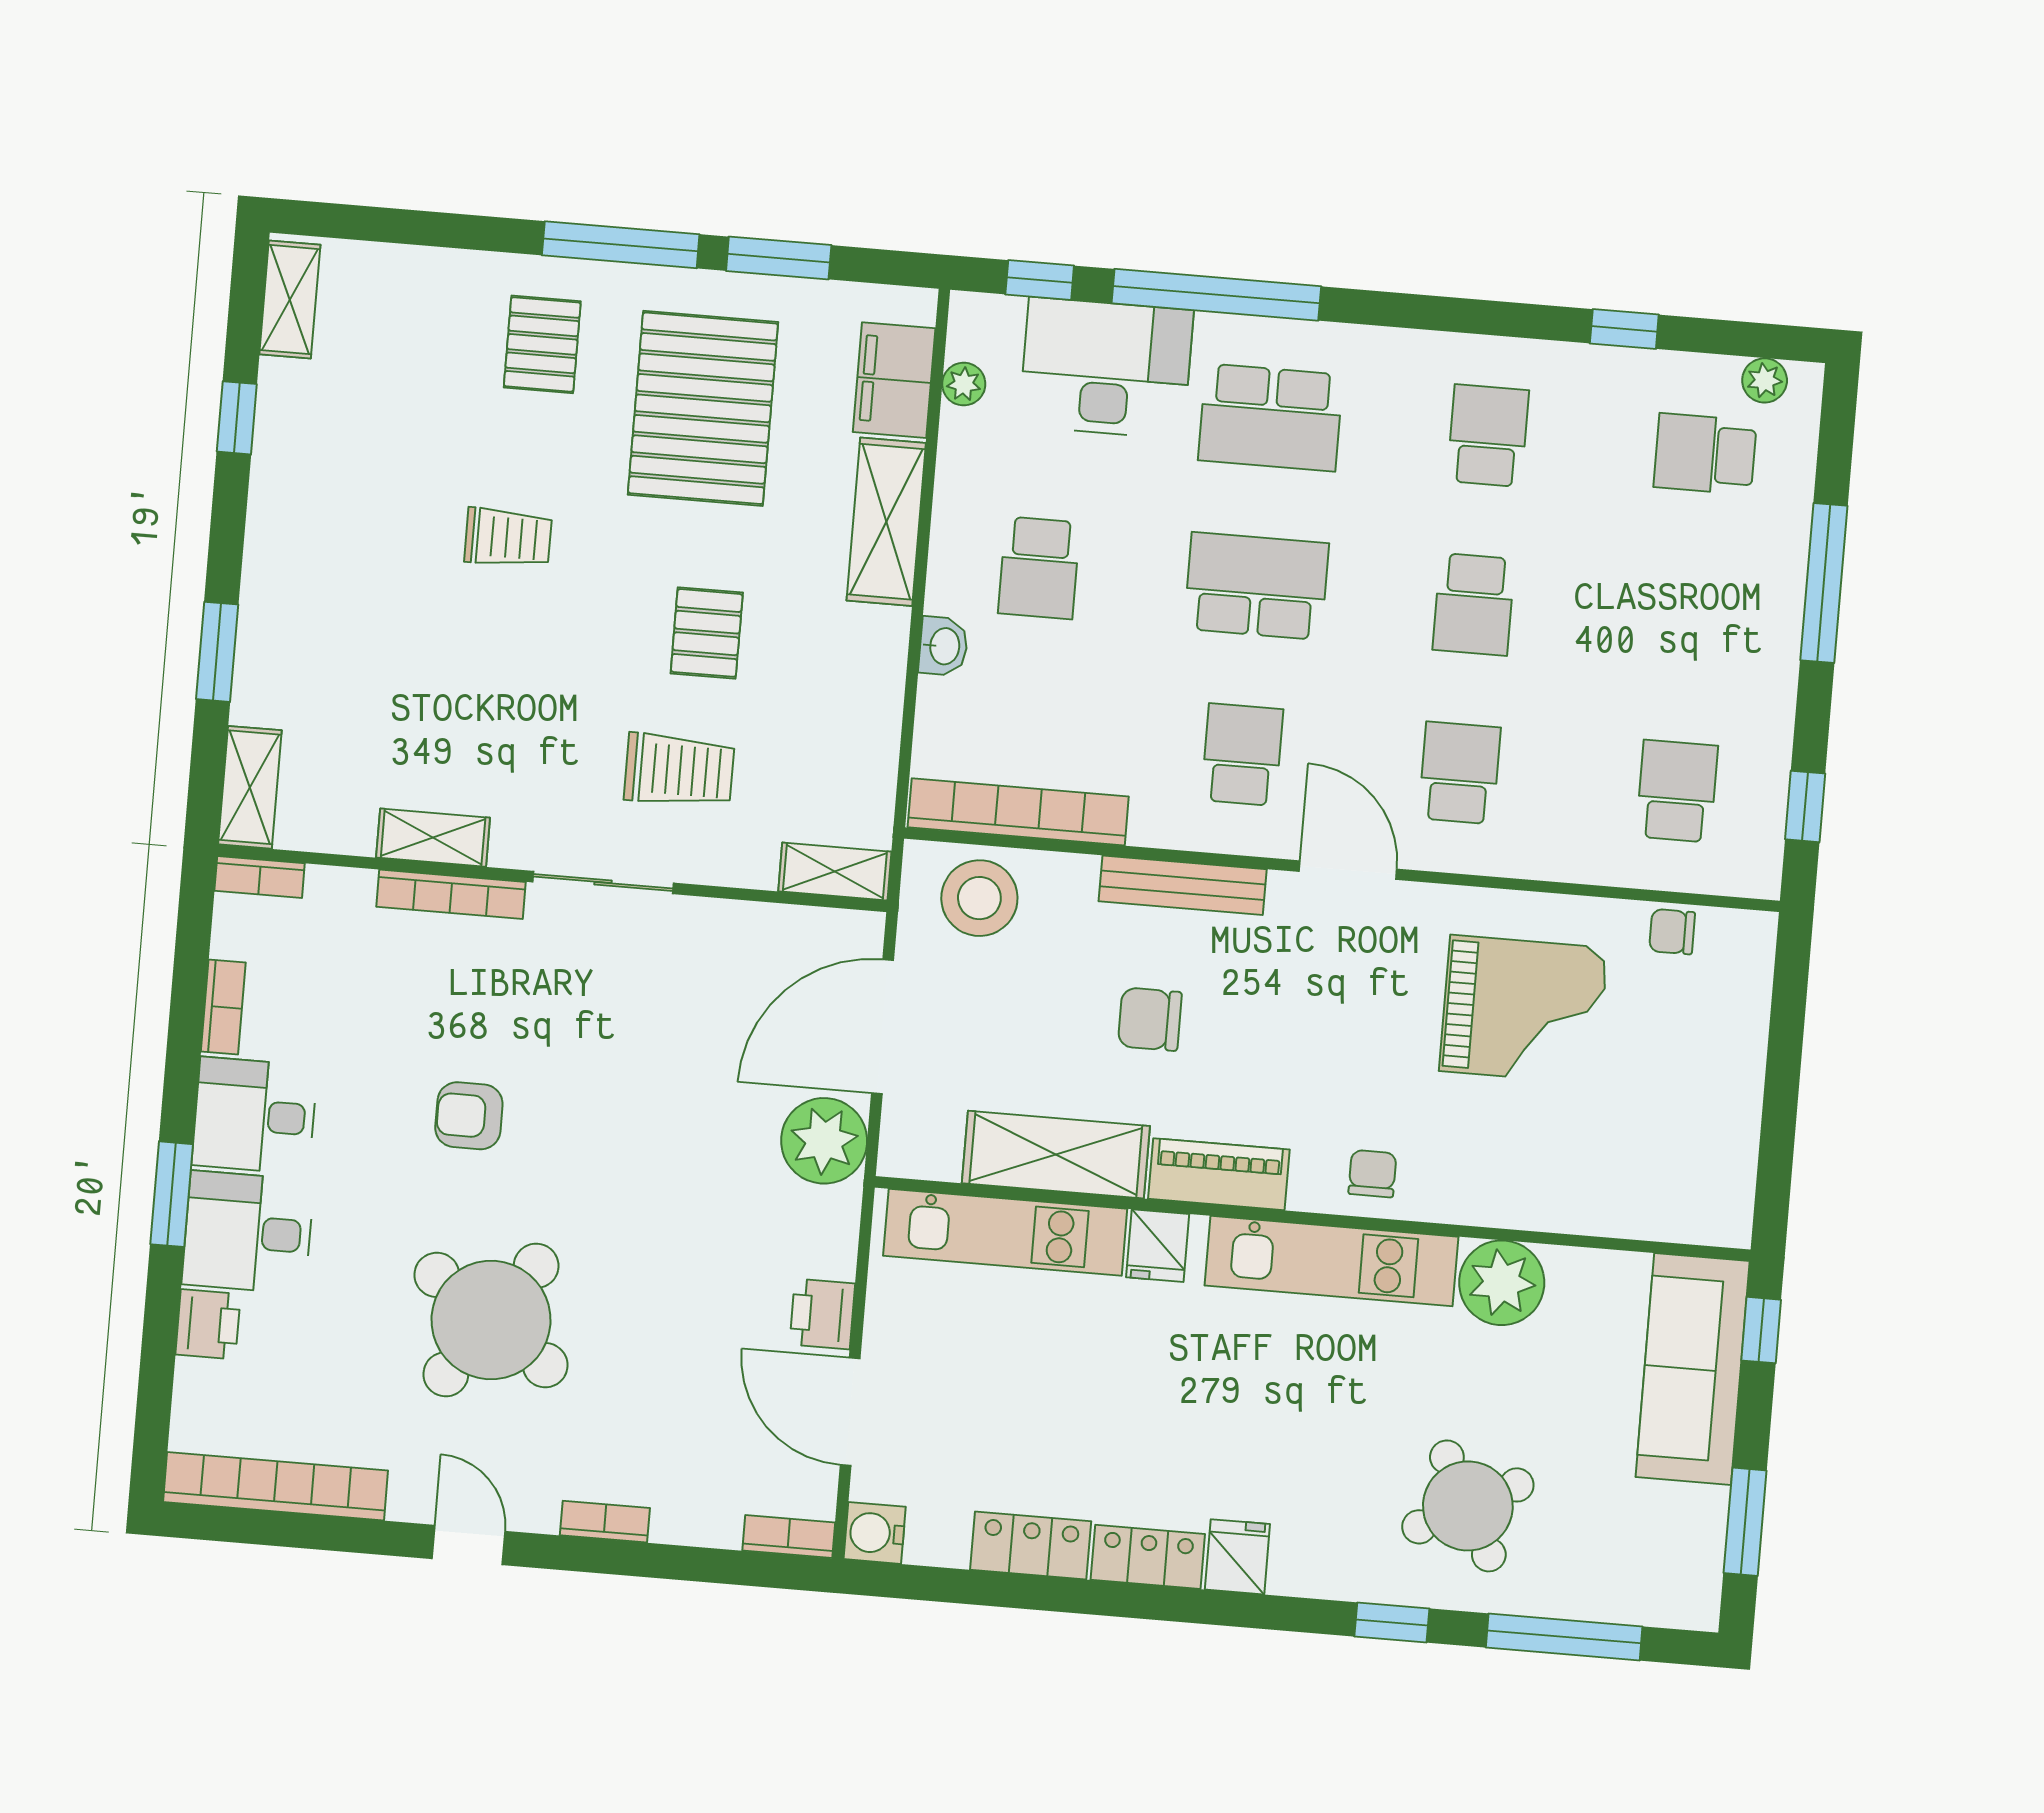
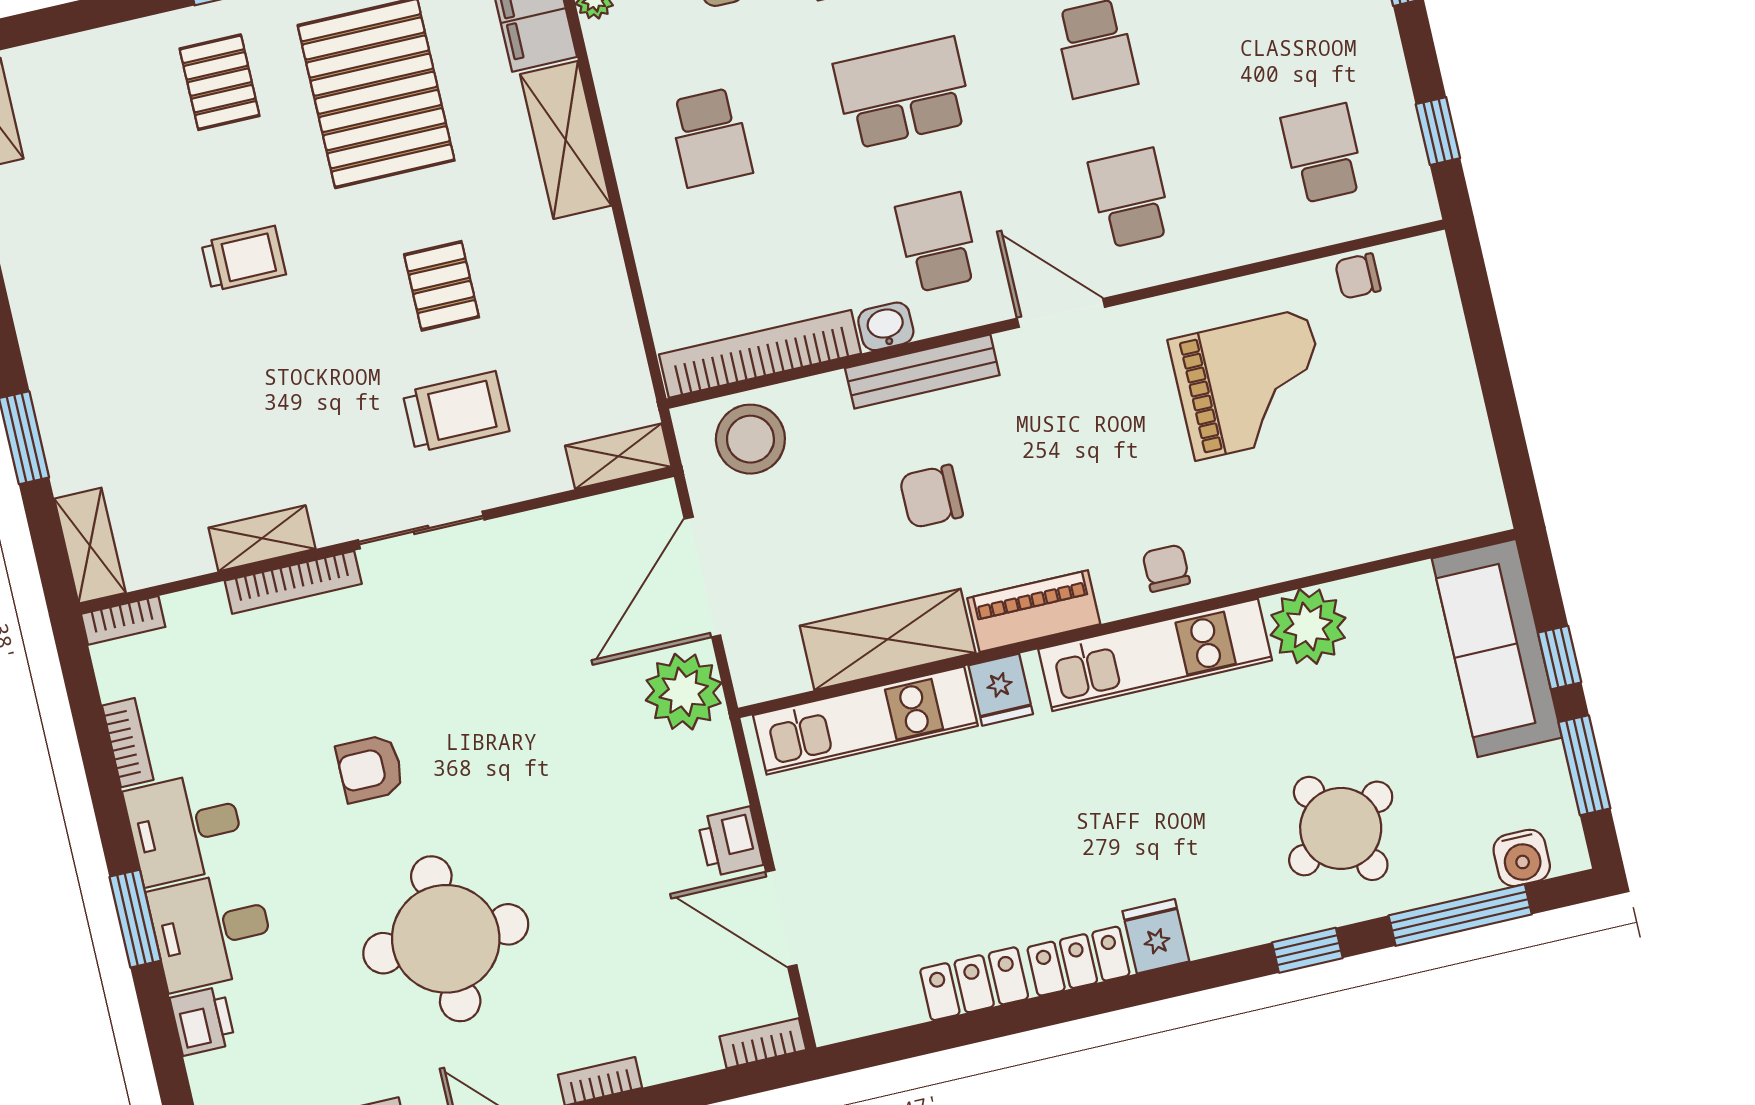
washbasin: (943, 646) -> (886, 326), moved, turned -90
round table: (491, 1320) -> (446, 939), turned -35
window: (1761, 1330) -> (1560, 657), moved
water cooler: (875, 1533) -> (1522, 858), moved, turned -90

